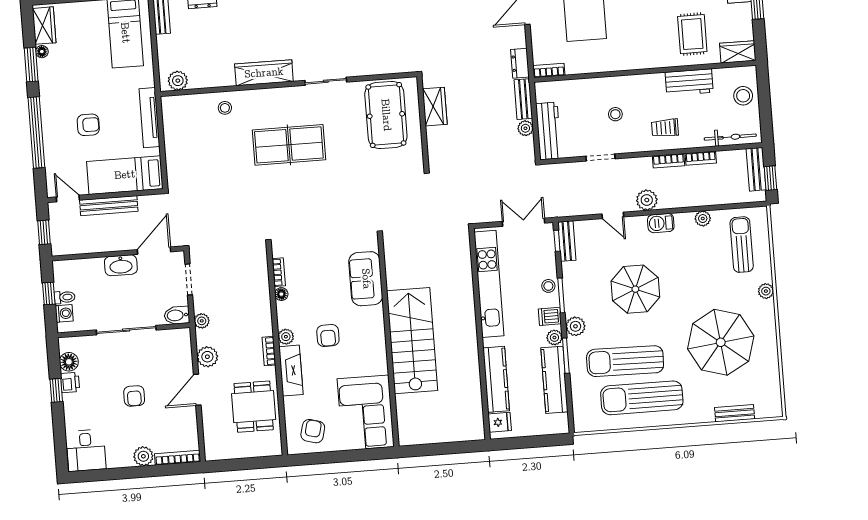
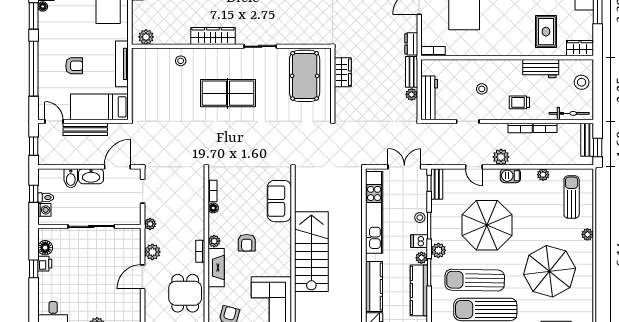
parasol: (635, 289) -> (487, 225), width x1.36, depth x1.36
bidet: (177, 315) -> (71, 178), moved, turned -90
armchair: (134, 396) -> (94, 278), removed

